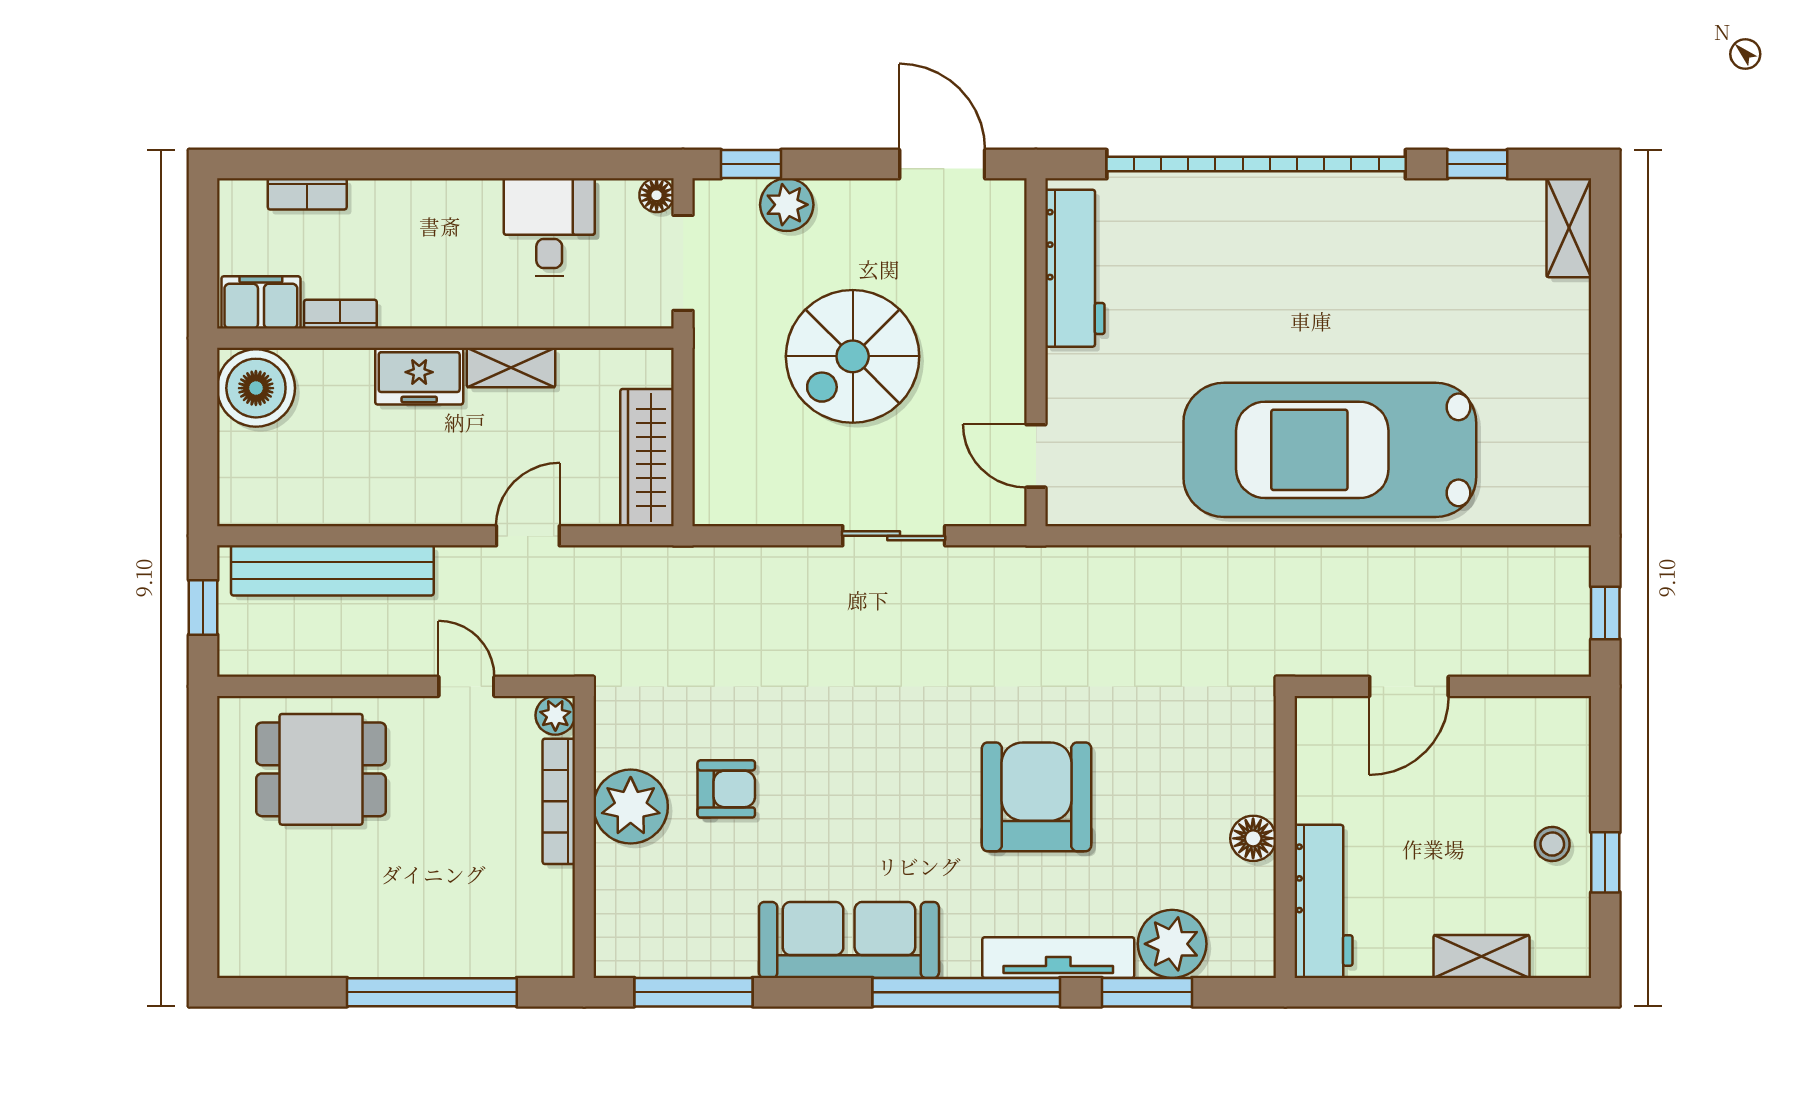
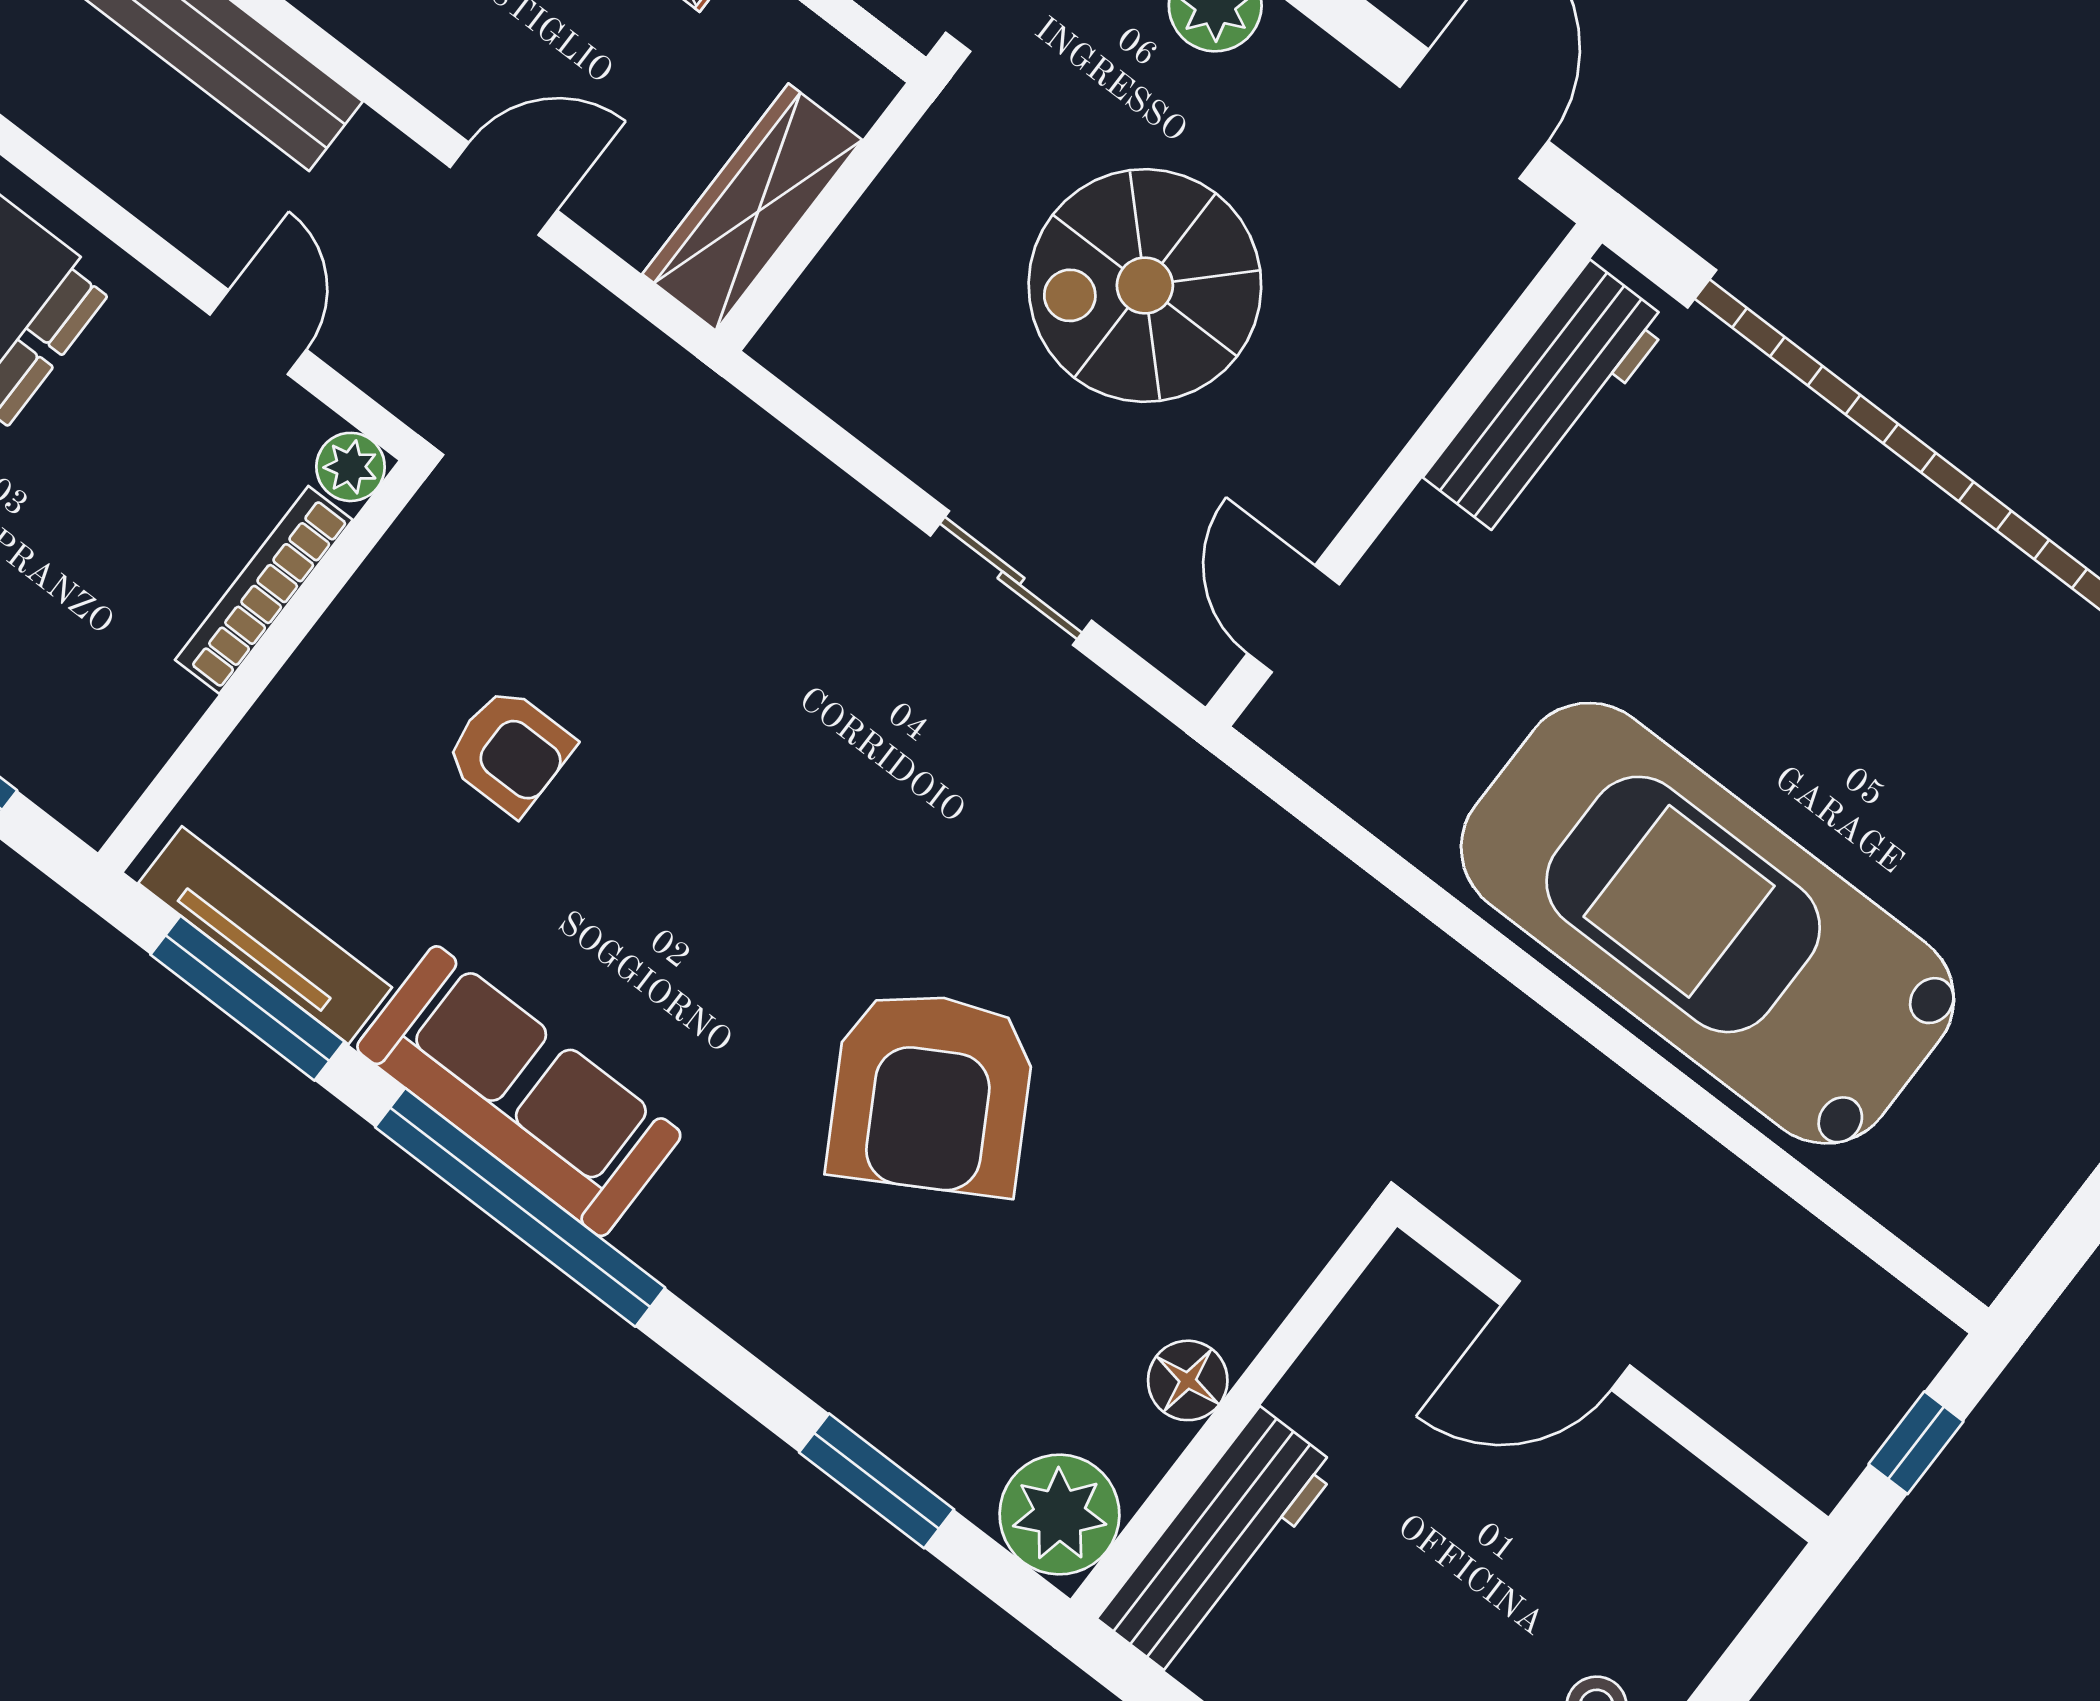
armchair: (1037, 797) -> (931, 1092), turned 150
plant: (631, 807) -> (358, 674), removed
plant: (1172, 944) -> (1059, 1515), moved
tv unit: (1058, 958) -> (265, 935), moved
window: (966, 992) -> (520, 1207), moved

